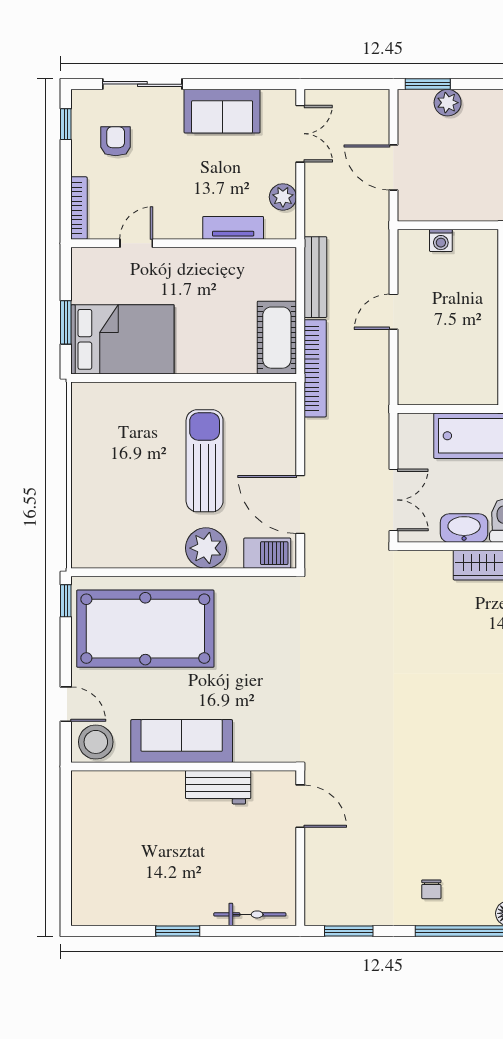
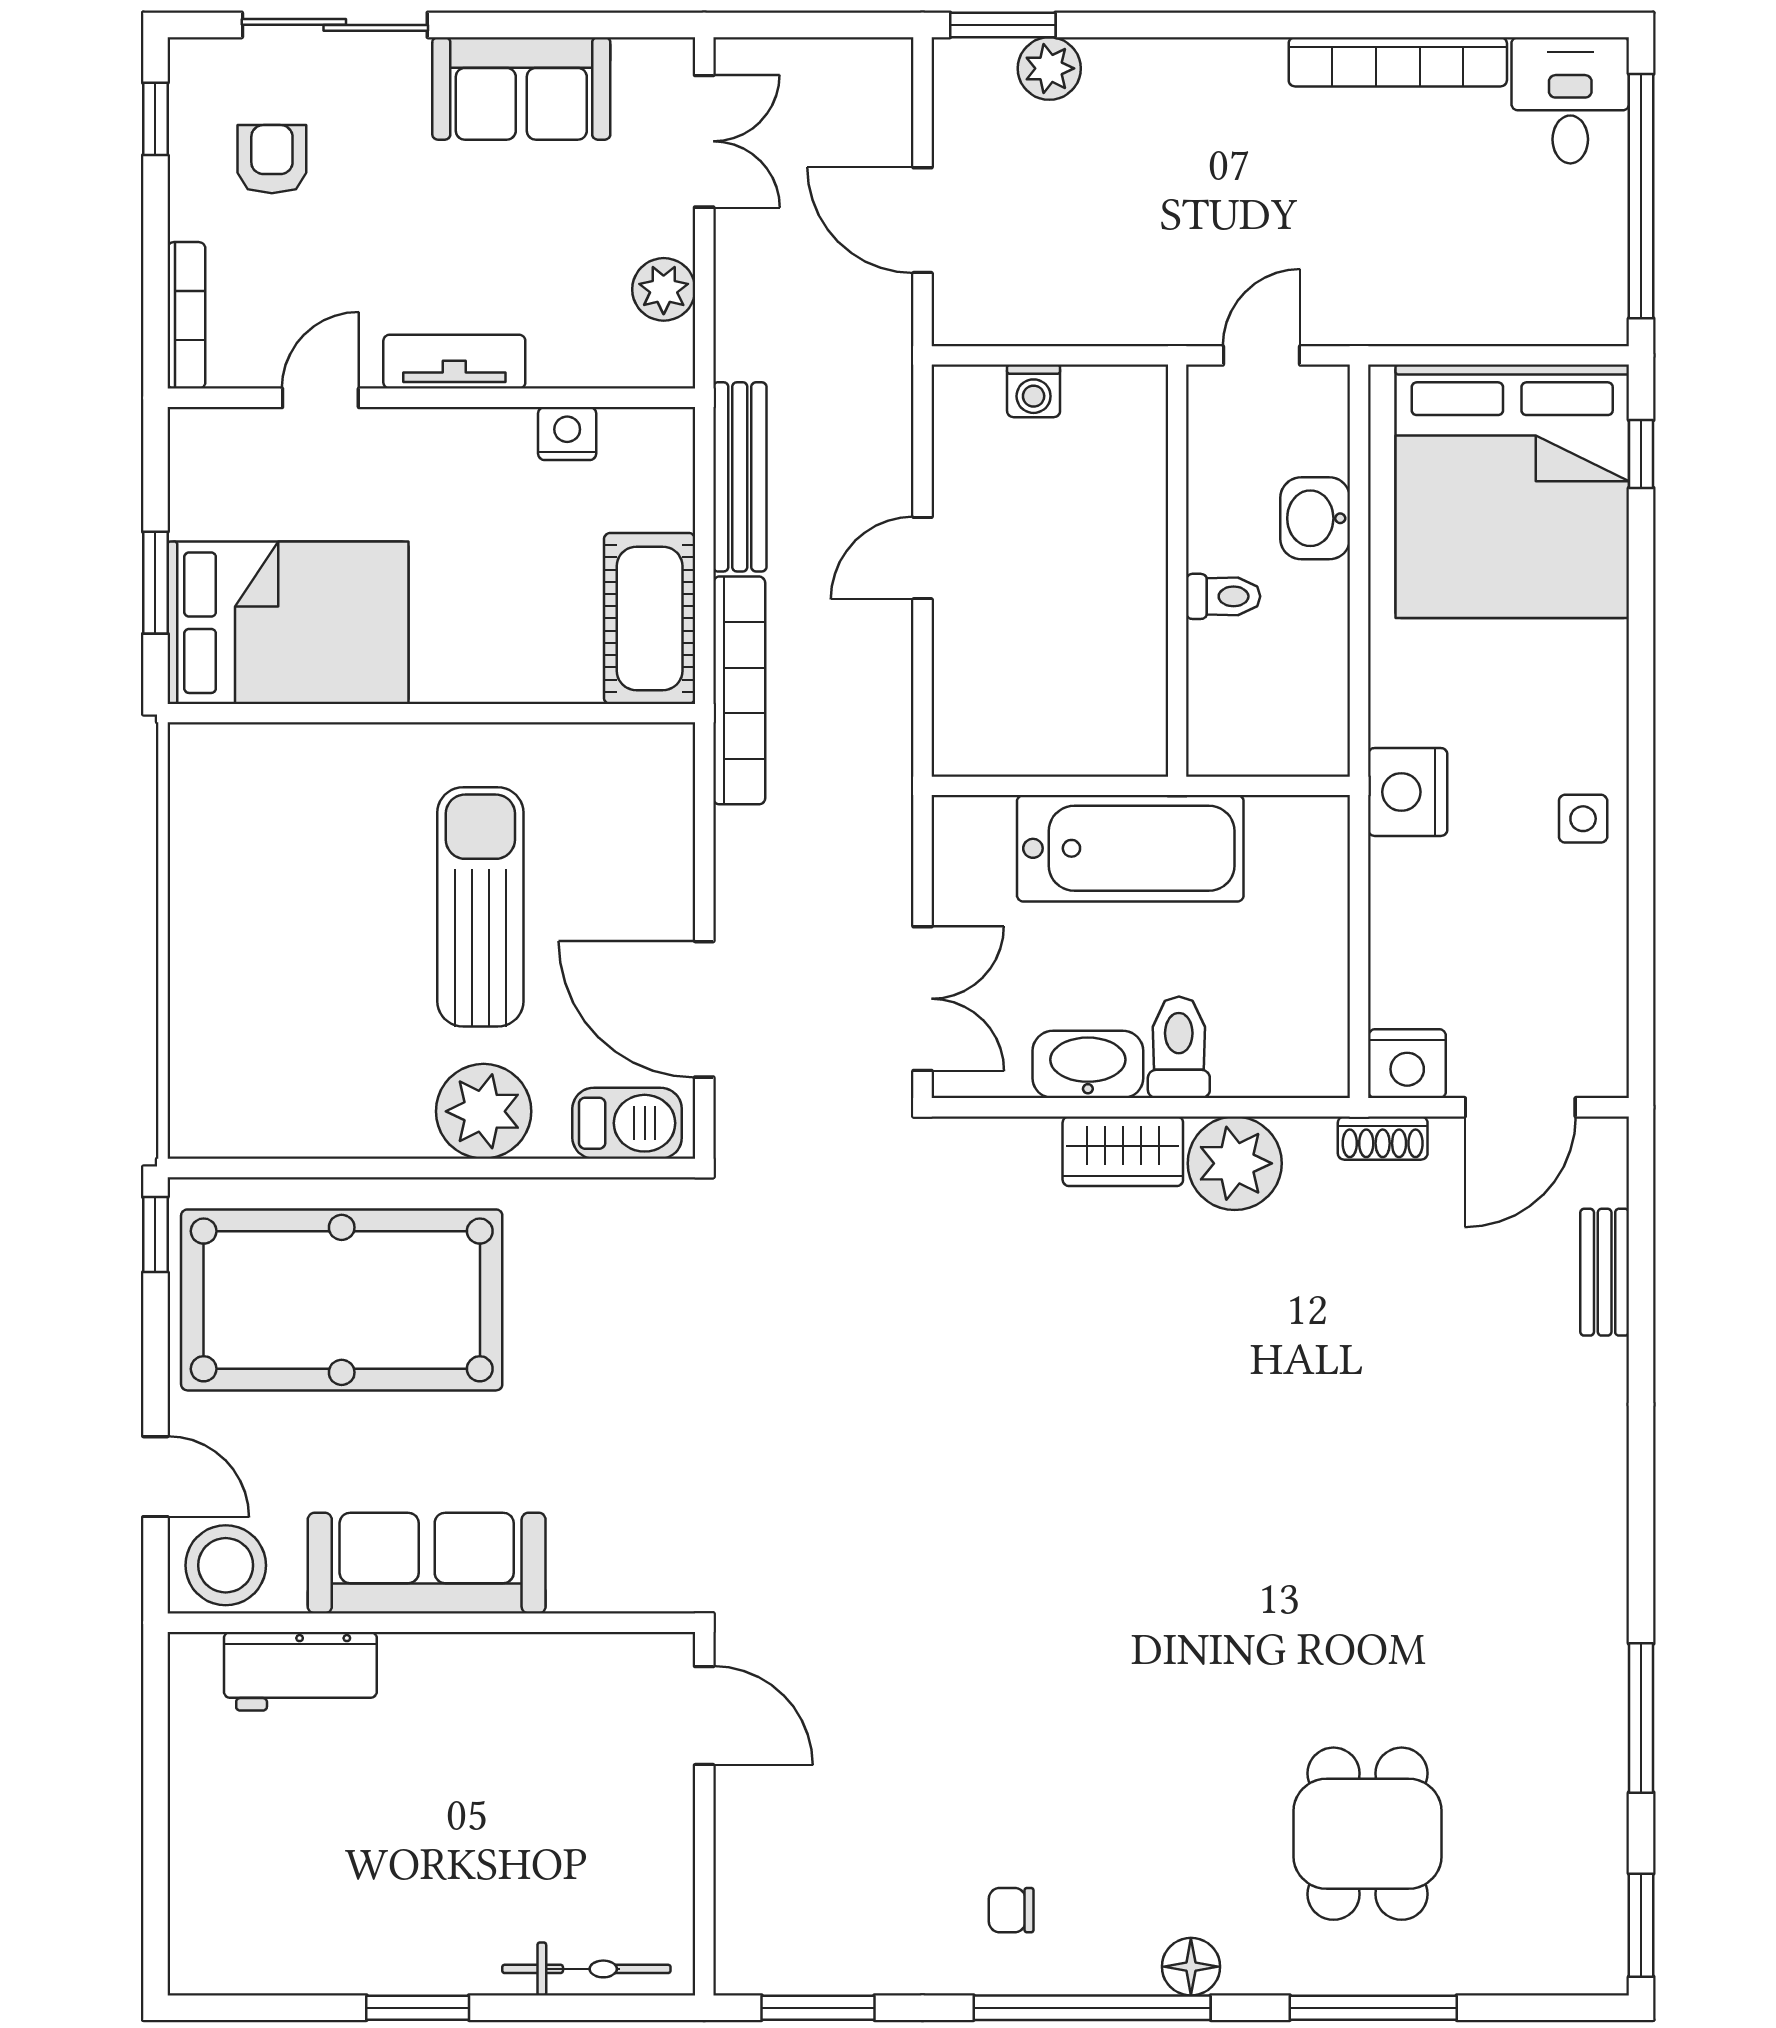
tv unit: (233, 228) -> (454, 362), moved
nightstand: (242, 259) -> (567, 434), added
workbench: (218, 787) -> (300, 1671), moved
chair: (431, 889) -> (1011, 1910), turned 90

